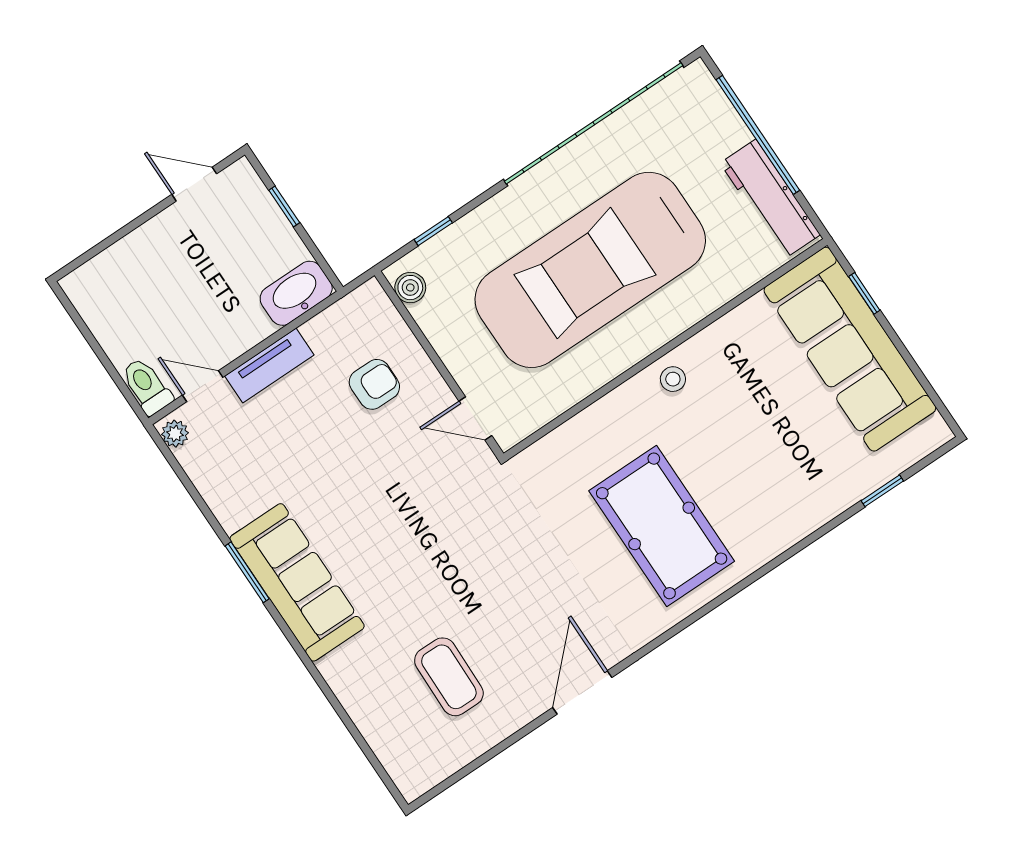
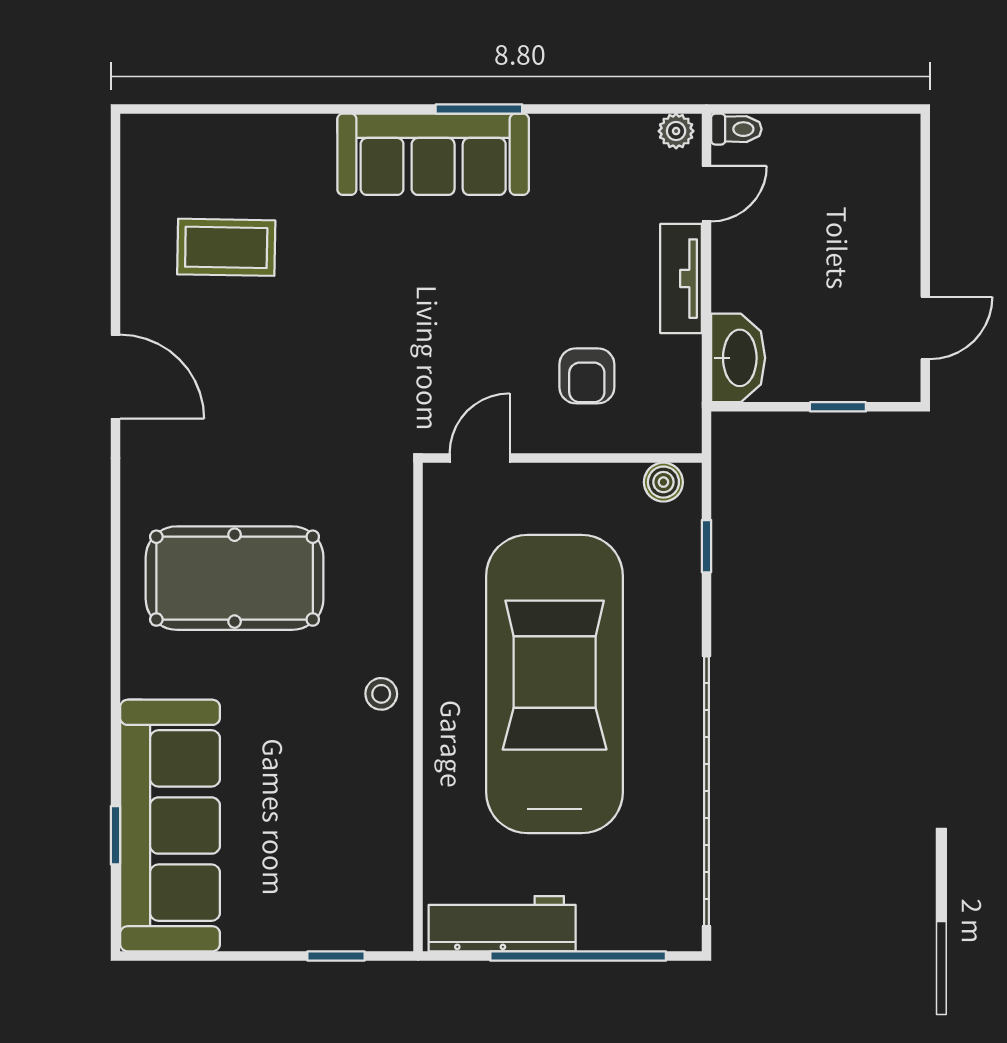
sofa: (850, 349) -> (170, 826), moved, turned 90
toilet: (147, 386) -> (736, 129), width x0.73, depth x0.72

